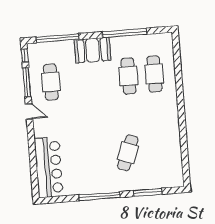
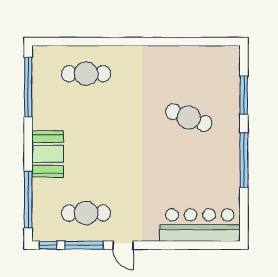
window: (125, 33) -> (28, 87), moved
cafe table: (128, 76) -> (86, 109), removed
door: (29, 111) -> (123, 245), swing flipped

